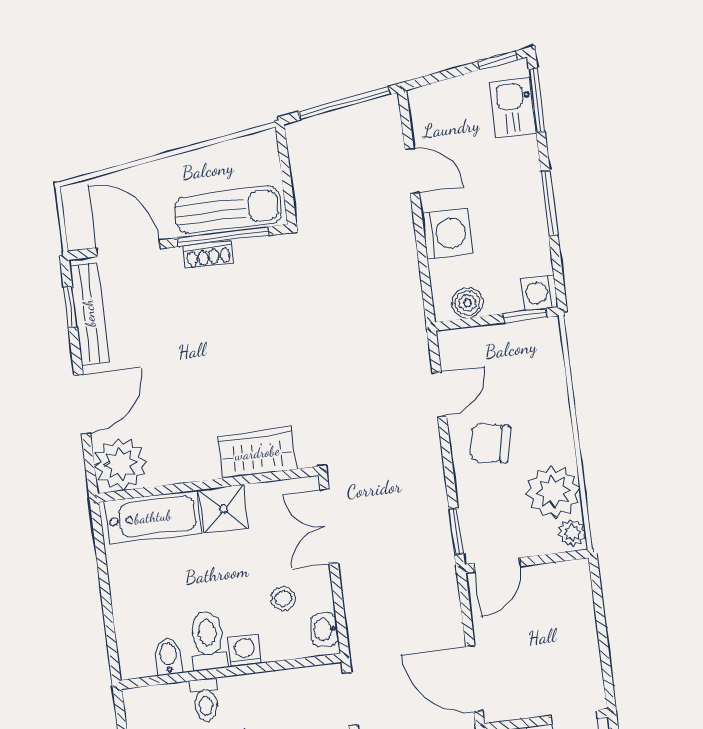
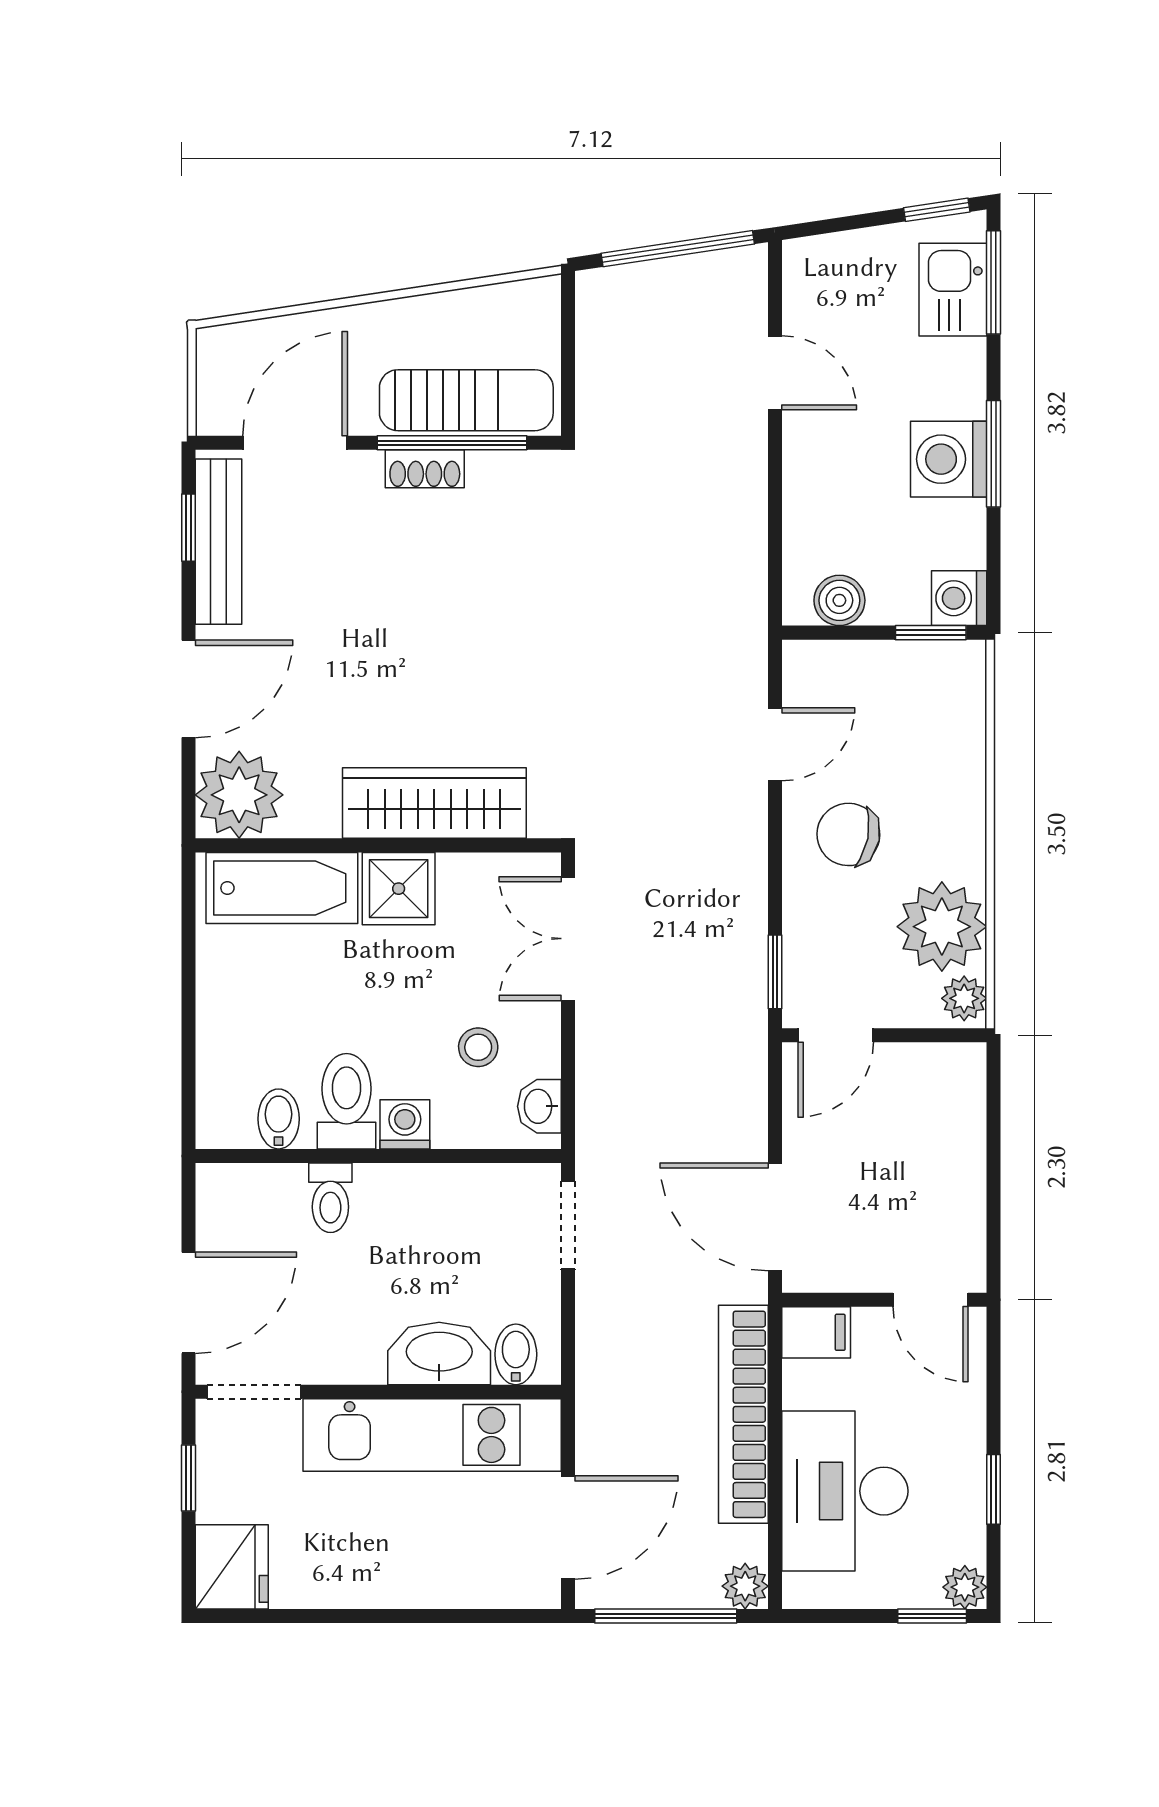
washing machine: (447, 234) -> (949, 459), moved, turned 180
door: (128, 248) -> (295, 443), hinge flipped
wardrobe: (257, 453) -> (434, 803), width x1.50

